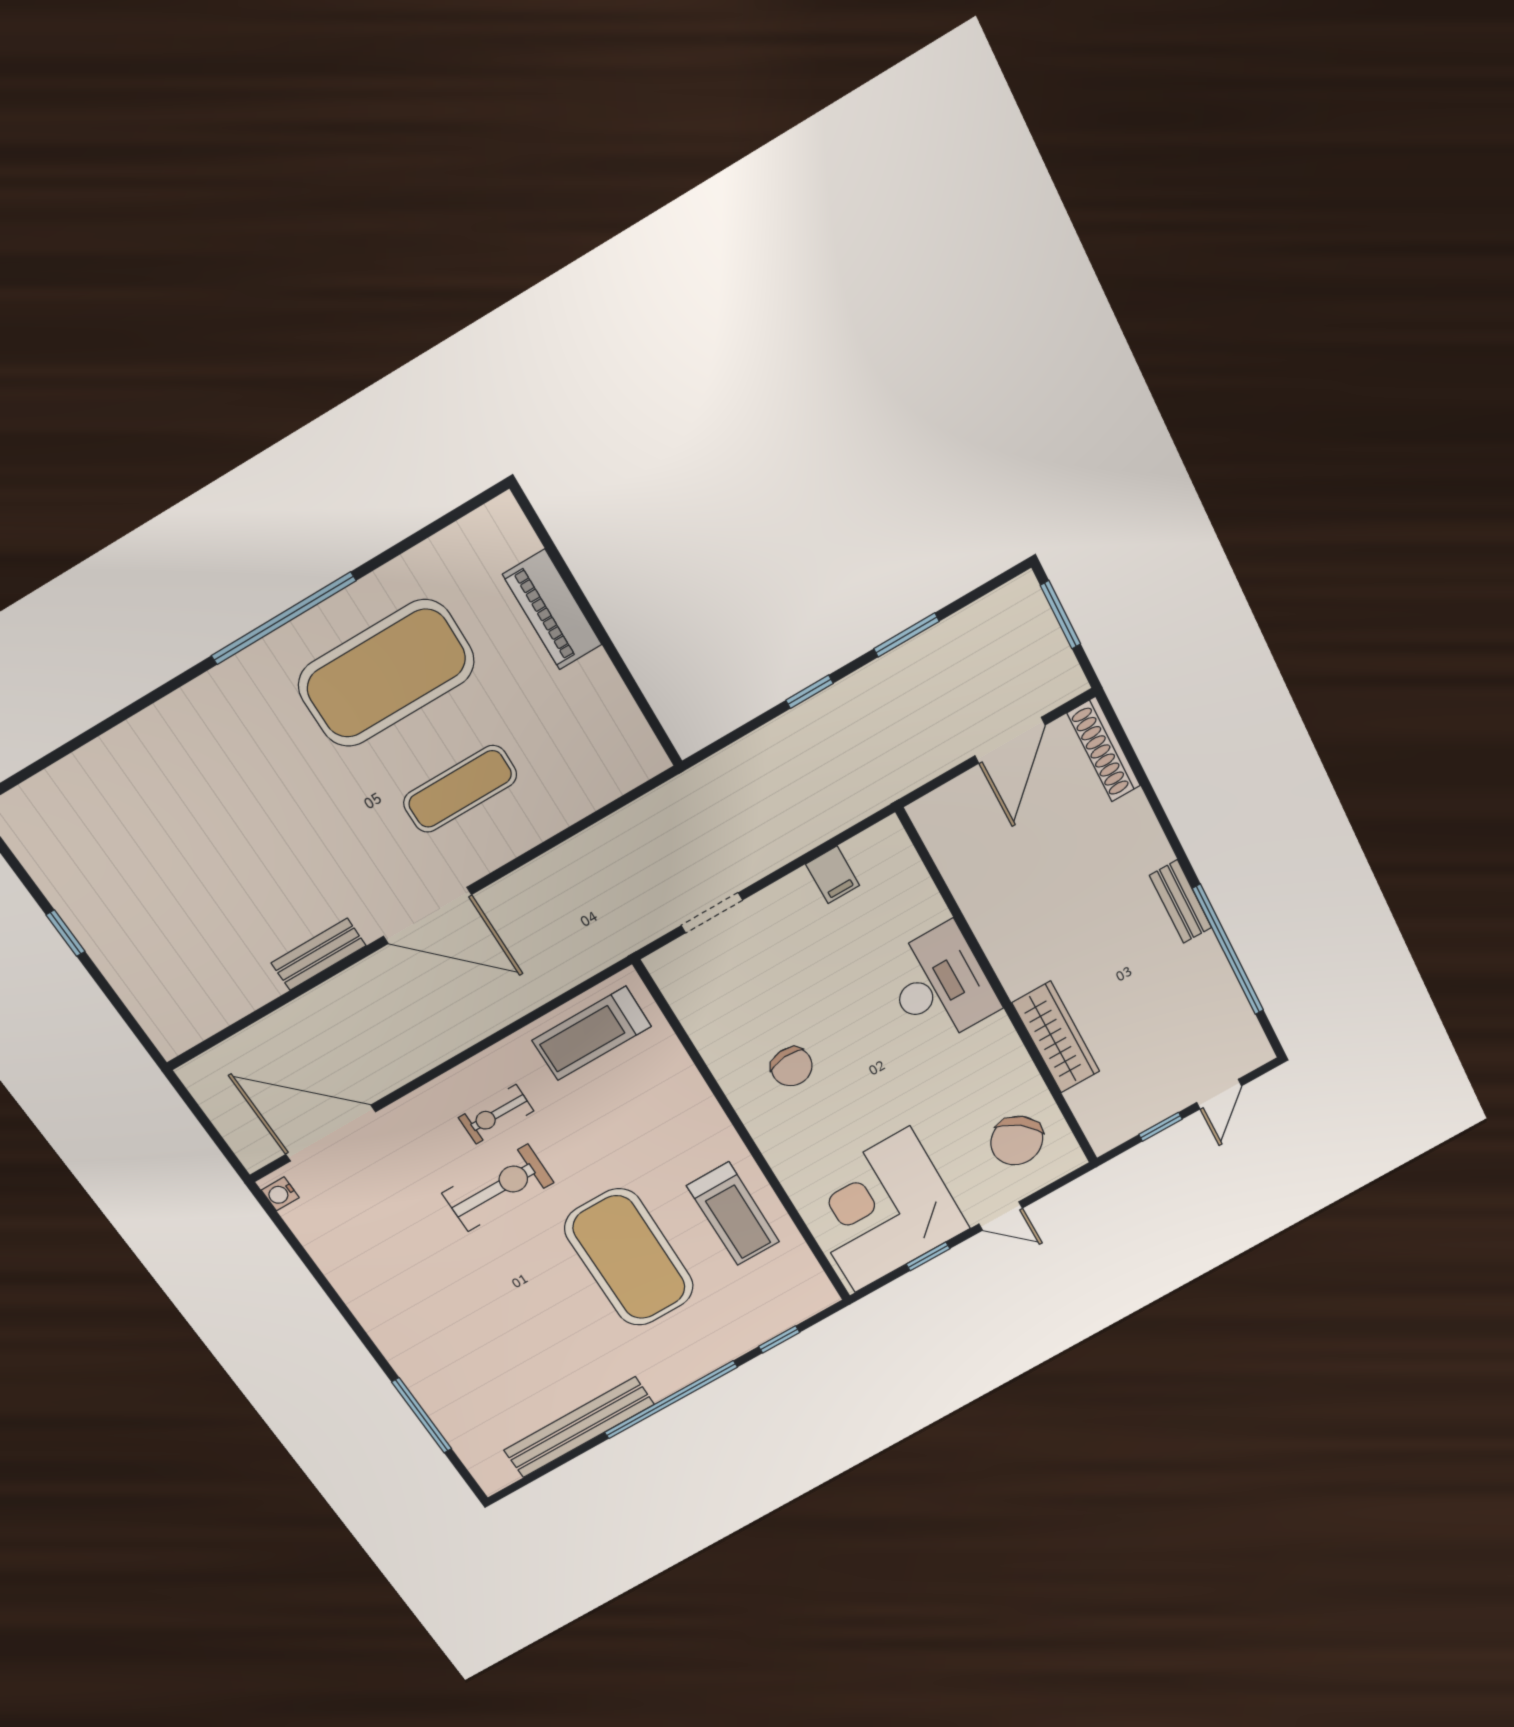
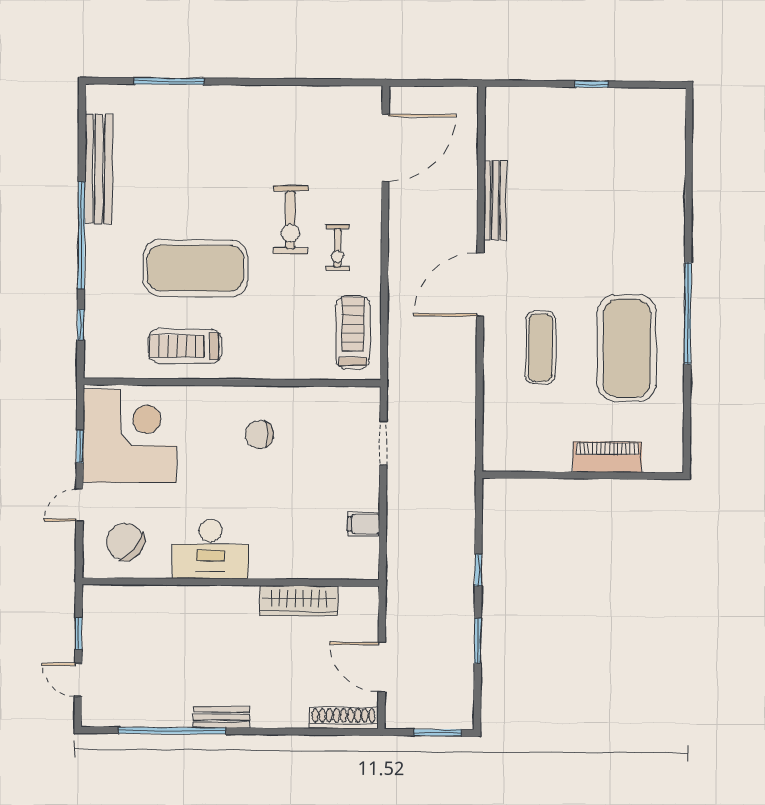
bench: (319, 954) -> (495, 200), width x1.36
desk: (940, 985) -> (210, 549), moved
wardrobe: (1056, 1037) -> (299, 601), moved
exercise bike: (496, 1114) -> (337, 248), turned 180
water cooler: (280, 1194) -> (366, 95), removed

